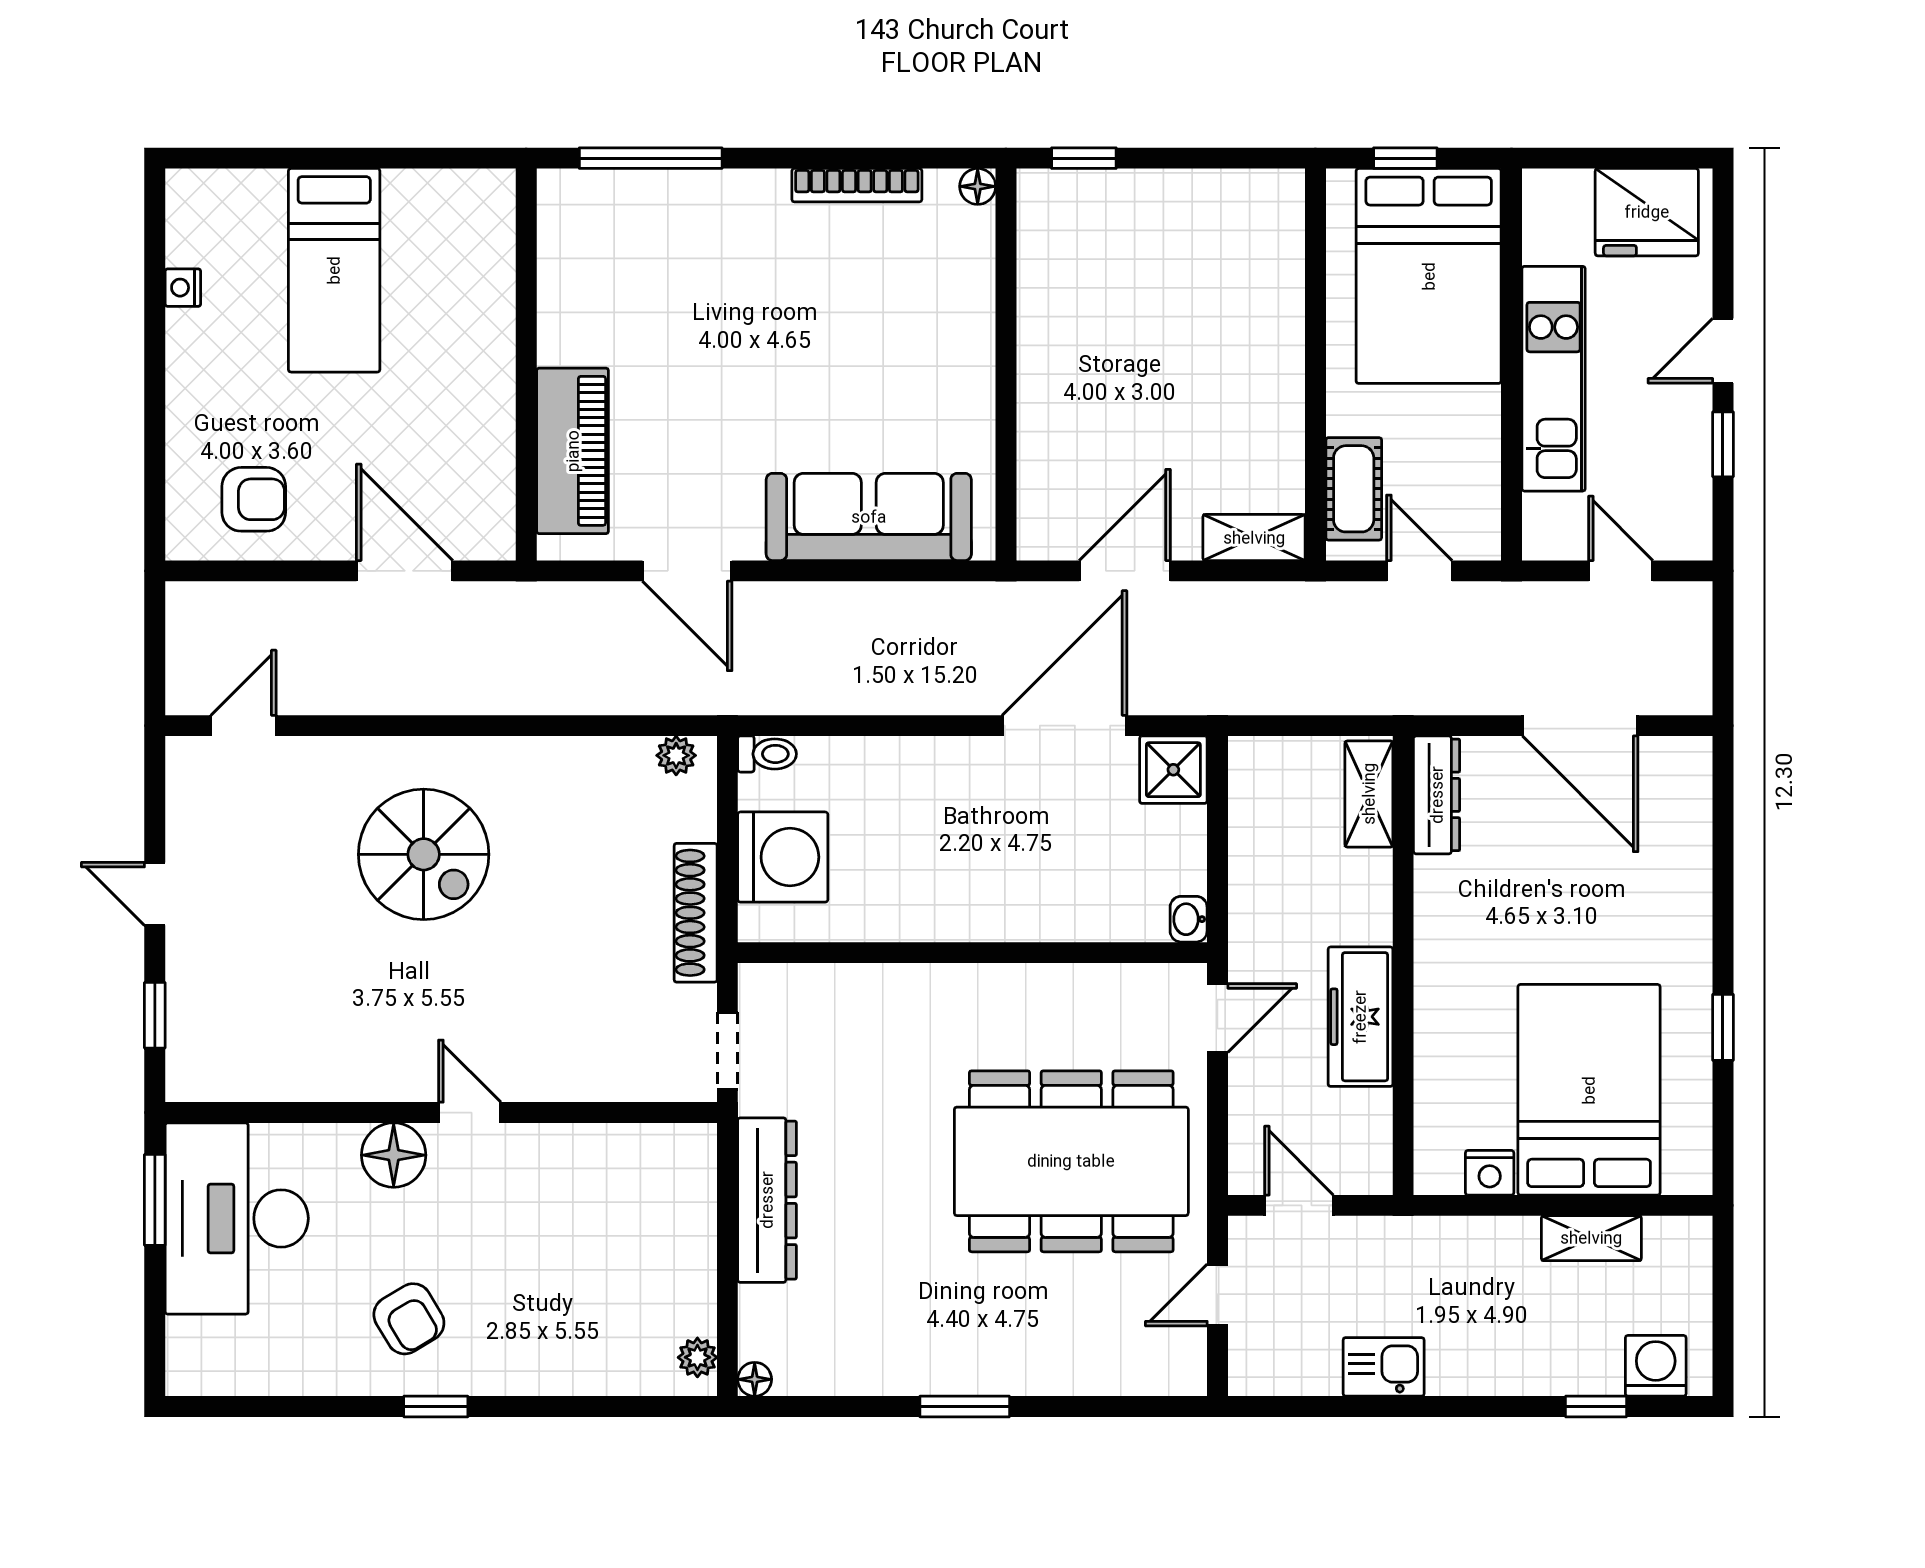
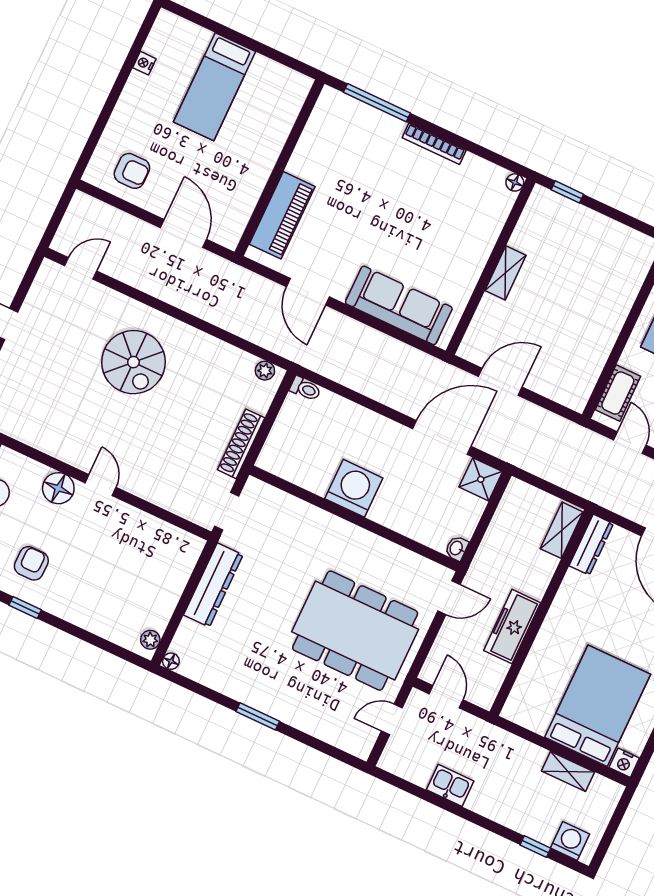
bookcase: (857, 185) -> (434, 144), moved
shelving: (1254, 538) -> (506, 273), moved, turned 90
washing machine: (783, 857) -> (354, 488), moved, turned -90
nightstand: (1490, 1173) -> (624, 763), moved
armchair: (409, 1319) -> (31, 563), turned -149

